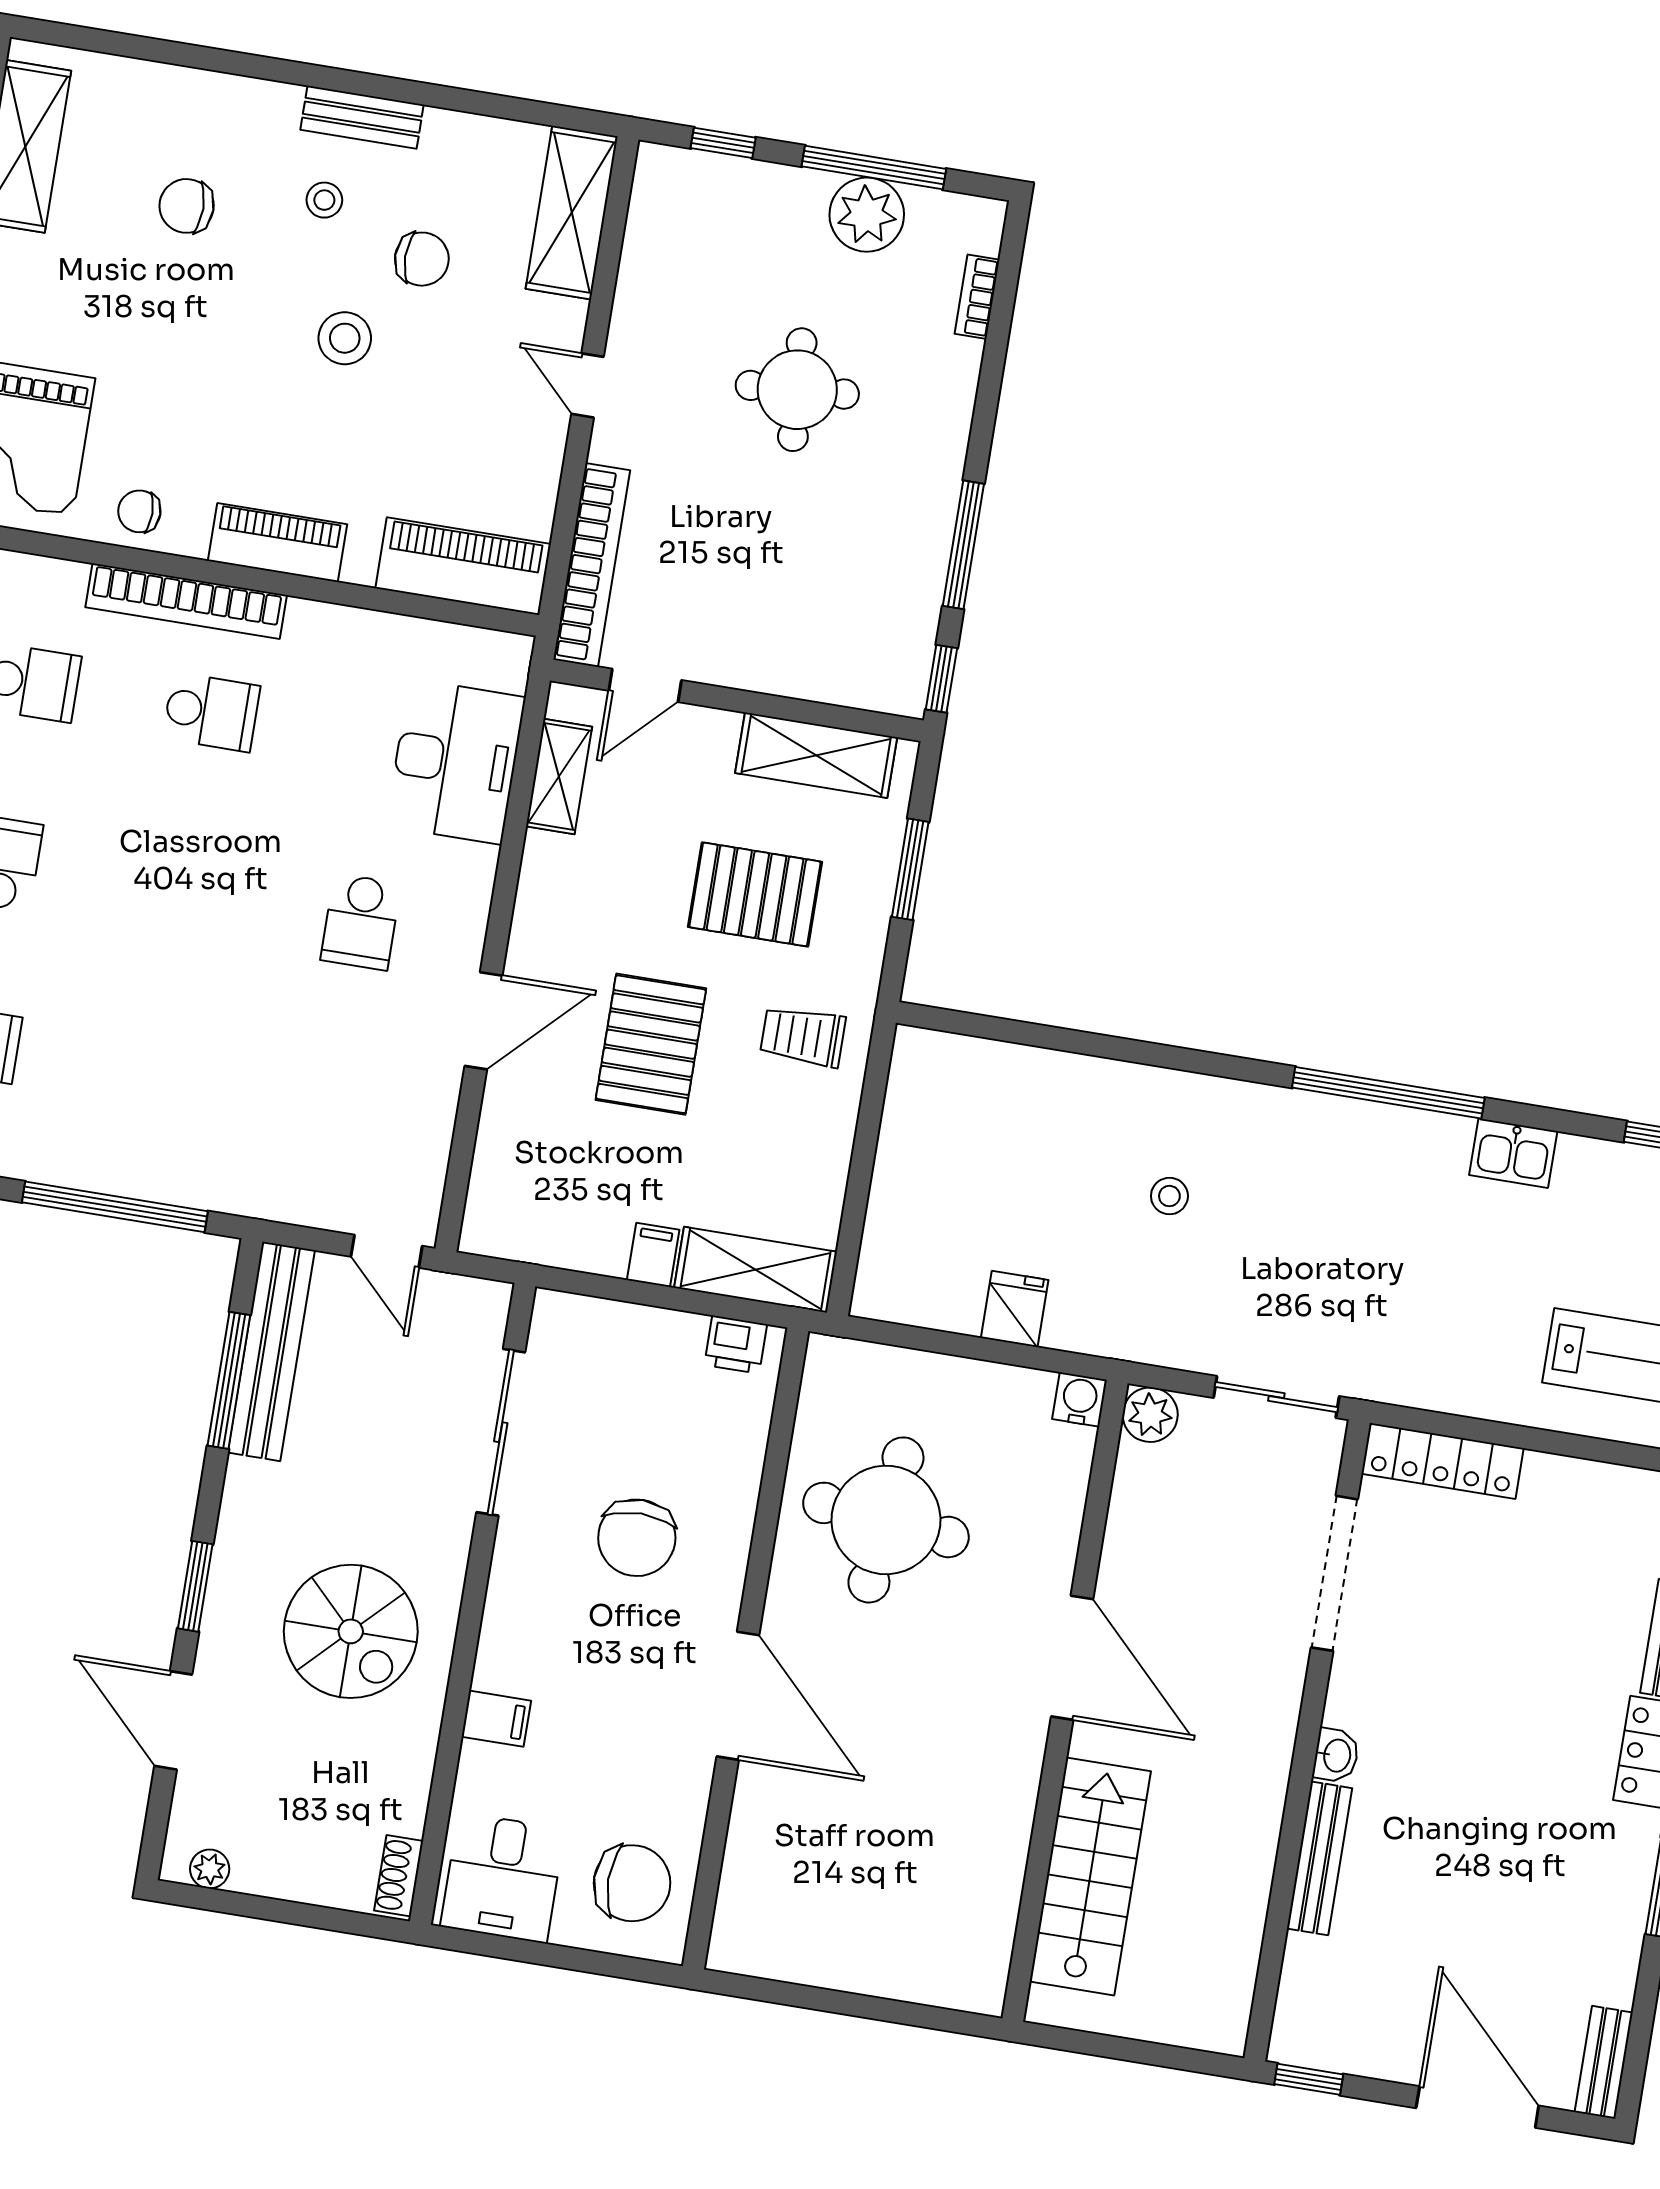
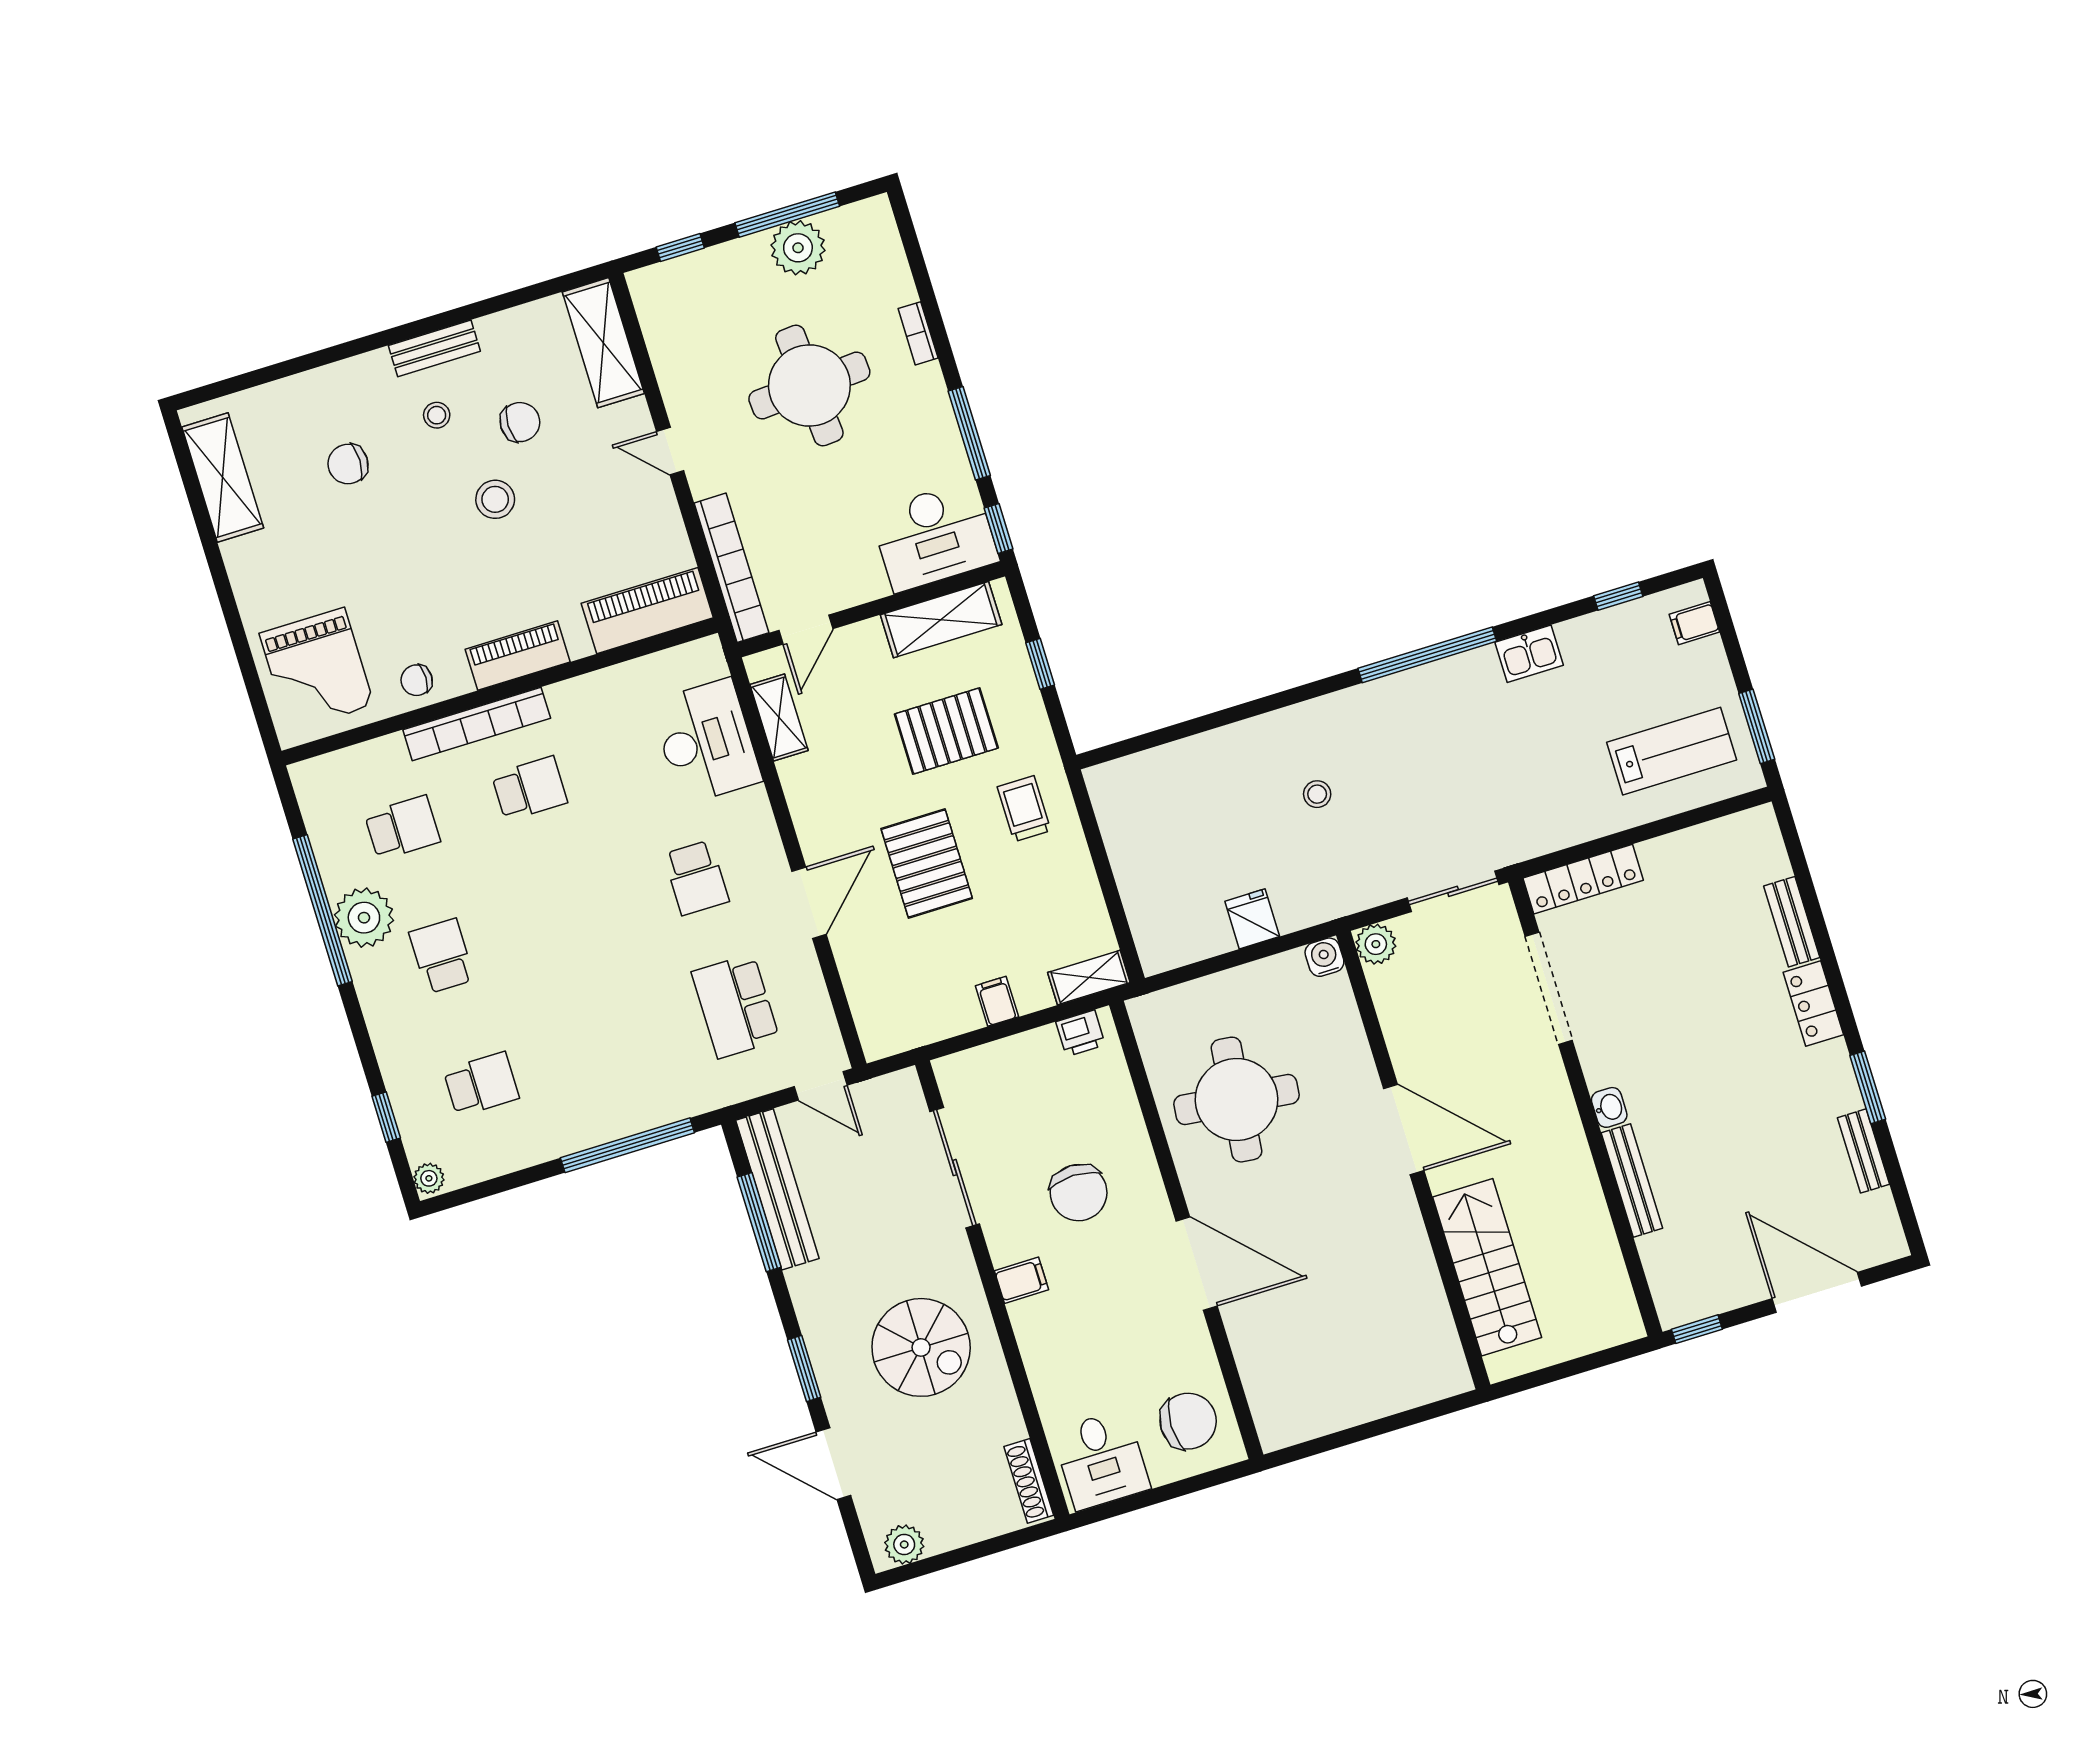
bookcase: (977, 297) -> (918, 333), moved
round table: (797, 390) -> (809, 386), width x1.36, depth x1.36
desk: (859, 649) -> (934, 536), added
window: (910, 869) -> (1040, 664), width x0.67
trolley: (803, 1036) -> (1024, 809), turned 90
school desk: (331, 1102) -> (736, 1006), added
shelving: (756, 1270) -> (1089, 977), width x0.67, depth x0.75
filing cabinet: (496, 1719) -> (1021, 1280), moved
plant: (210, 1869) -> (904, 1544), width x1.38, depth x1.38
shoe rack: (399, 1876) -> (1029, 1481), width x1.43
bench: (1604, 2062) -> (1863, 1151), moved

